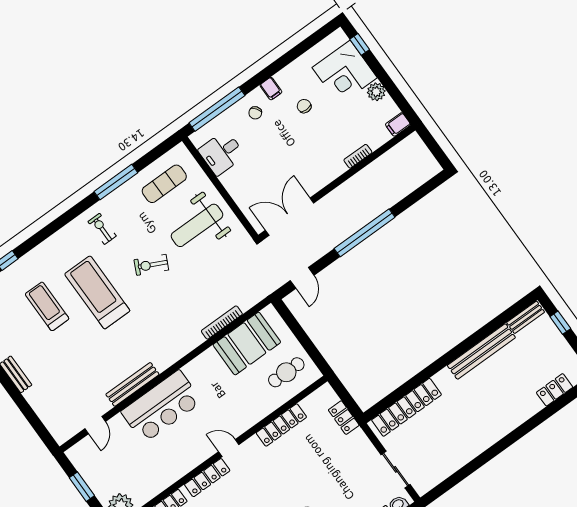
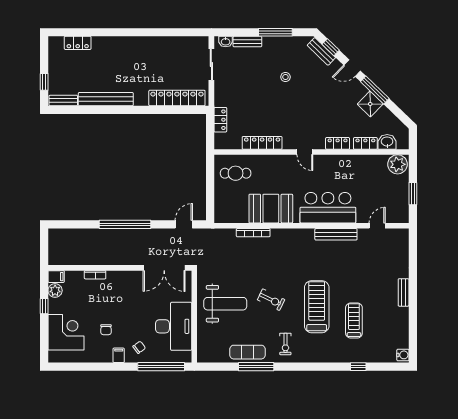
window: (360, 44) -> (44, 306), moved
plant: (376, 92) -> (55, 291), moved
desk: (222, 153) -> (174, 326), width x1.87, depth x1.30
exercise mat: (164, 184) -> (247, 352), moved
treadmill: (97, 292) -> (317, 307), turned 180
treadmill: (47, 306) -> (354, 320), turned 180
booth: (247, 343) -> (271, 209), moved
locker: (207, 478) -> (338, 143), width x0.66

